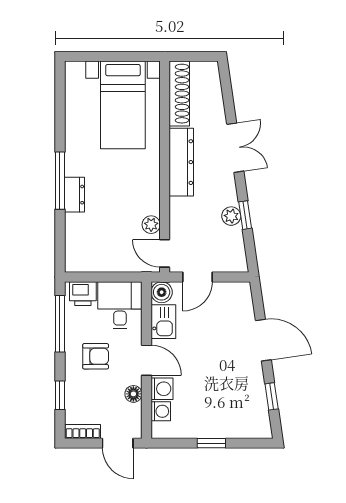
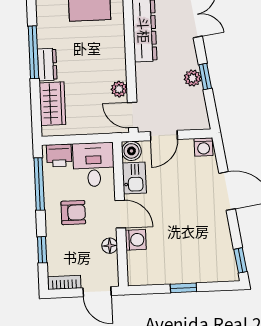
wardrobe: (78, 237) -> (52, 104), added
window: (272, 396) -> (240, 260), moved
washing machine: (161, 411) -> (203, 147), moved, turned 90

